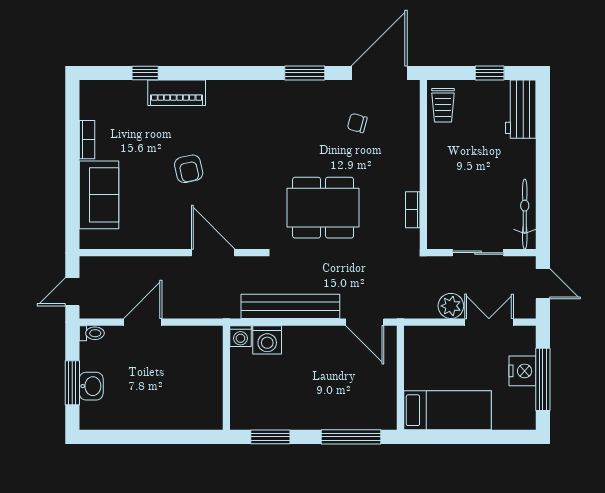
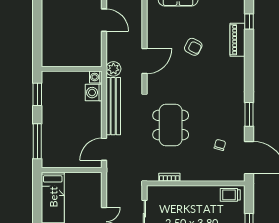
armchair: (189, 169) -> (193, 47), turned -141
plant: (451, 306) -> (113, 69), moved

